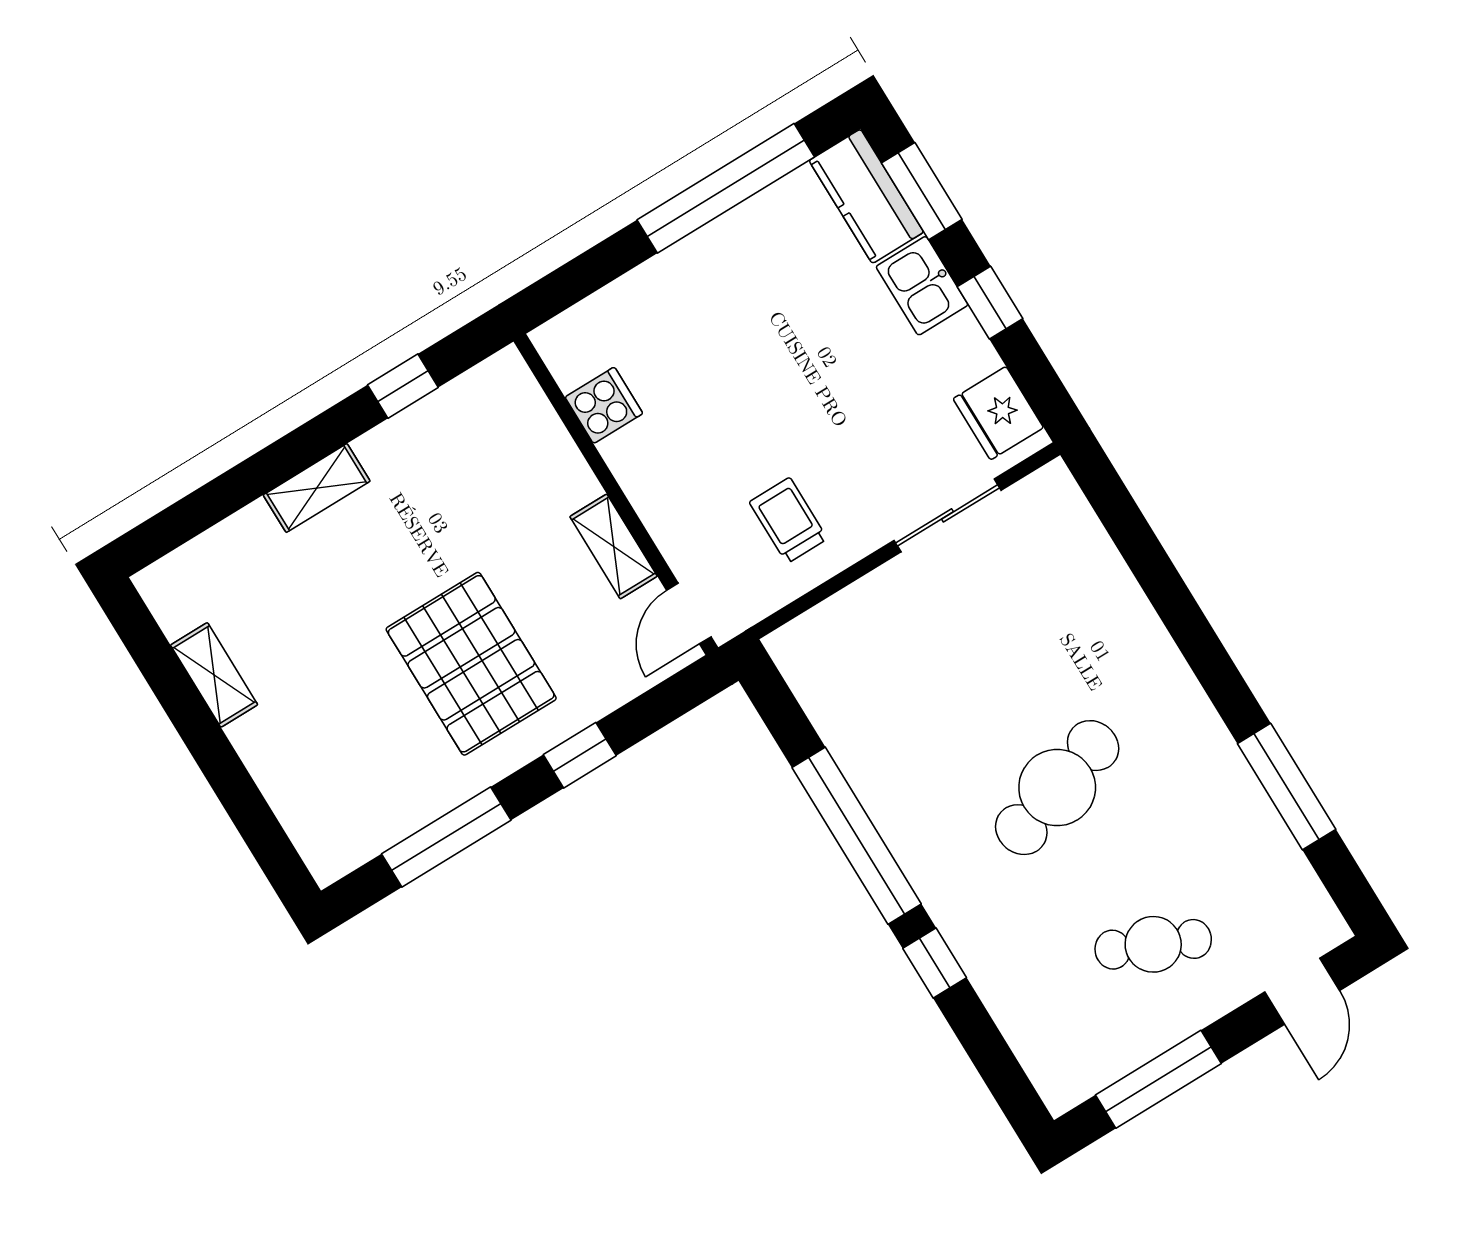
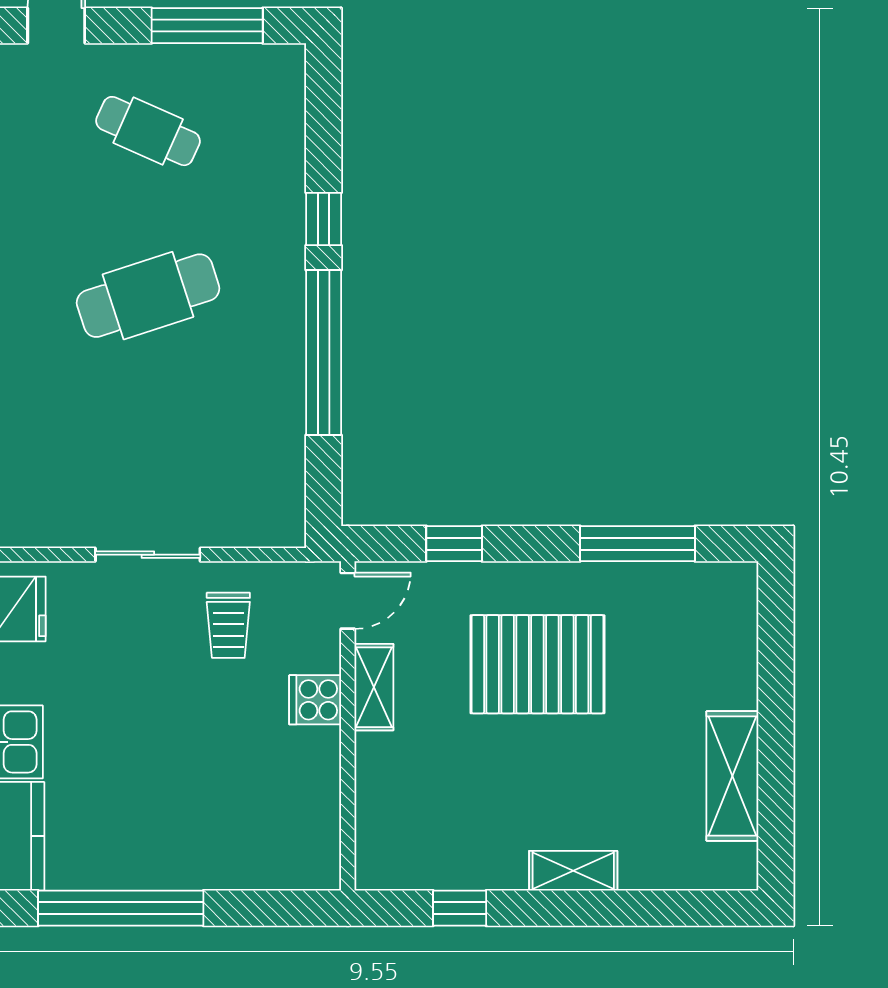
cooker: (604, 405) -> (315, 700), moved
sliding door: (948, 515) -> (148, 555), moved
pallet: (471, 664) -> (537, 664), turned 90
shelving: (214, 675) -> (732, 776), width x1.50, depth x1.33
window: (580, 755) -> (454, 544), moved

